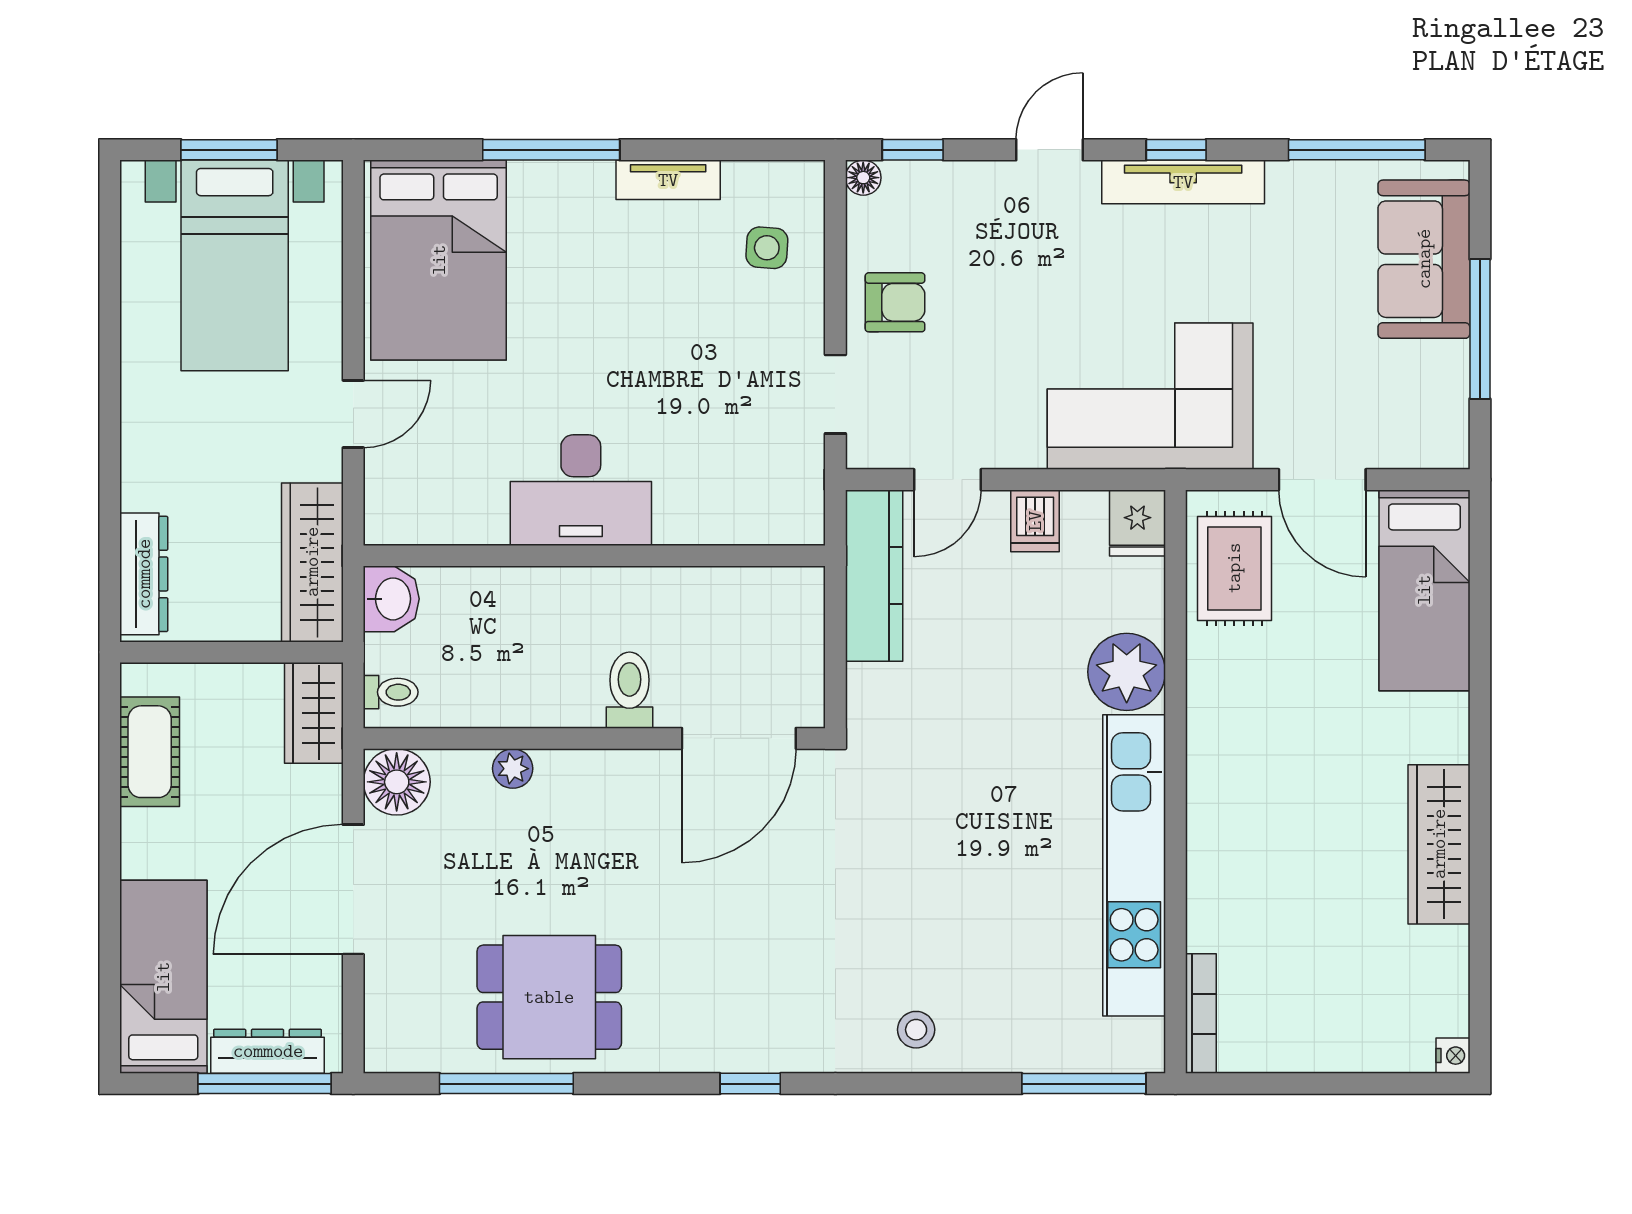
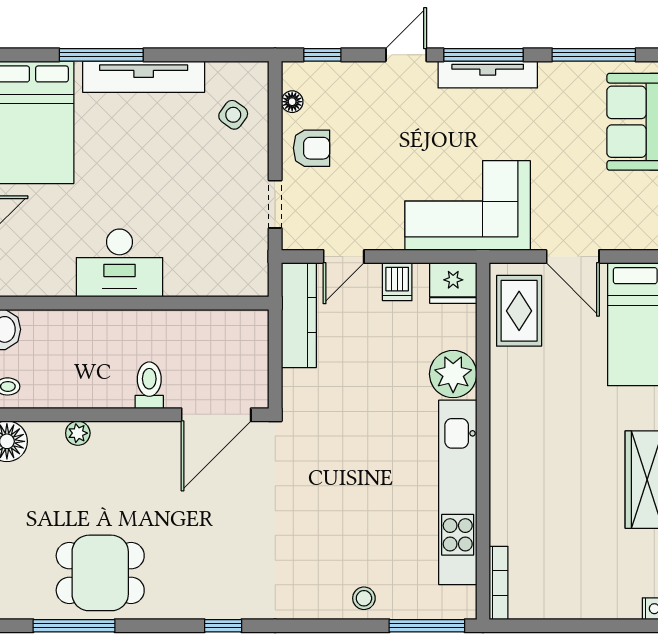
window: (1176, 150) -> (483, 55), width x2.17
floor lamp: (863, 178) -> (292, 102), moved
tv unit: (668, 180) -> (144, 77), width x1.92, depth x1.29
side table: (767, 248) -> (233, 115), turned 32
fridge: (1137, 523) -> (453, 283), width x1.38
stool: (916, 1030) -> (364, 598), moved

